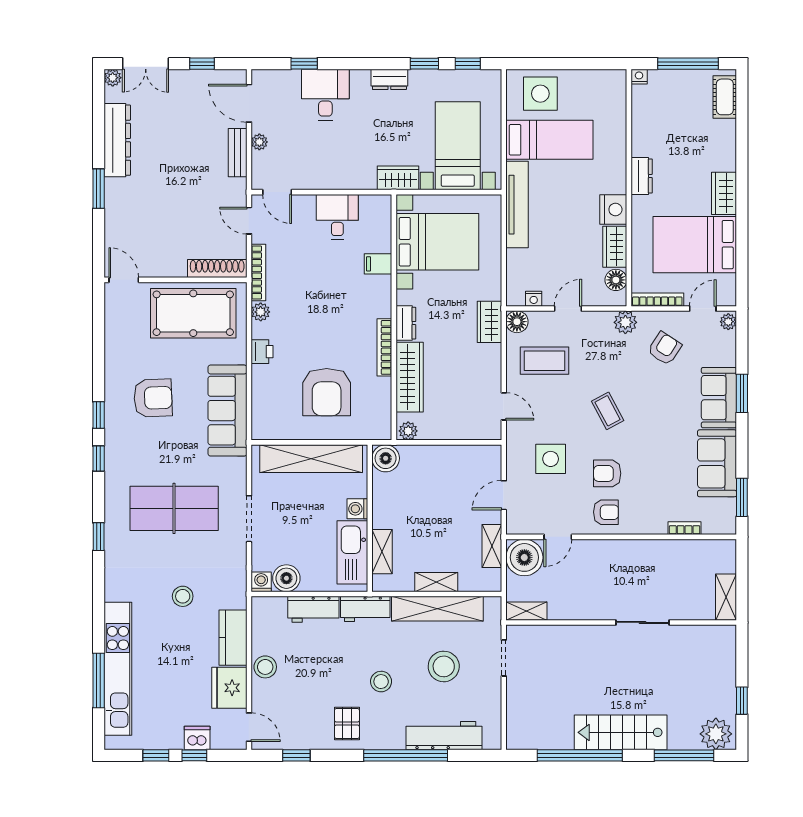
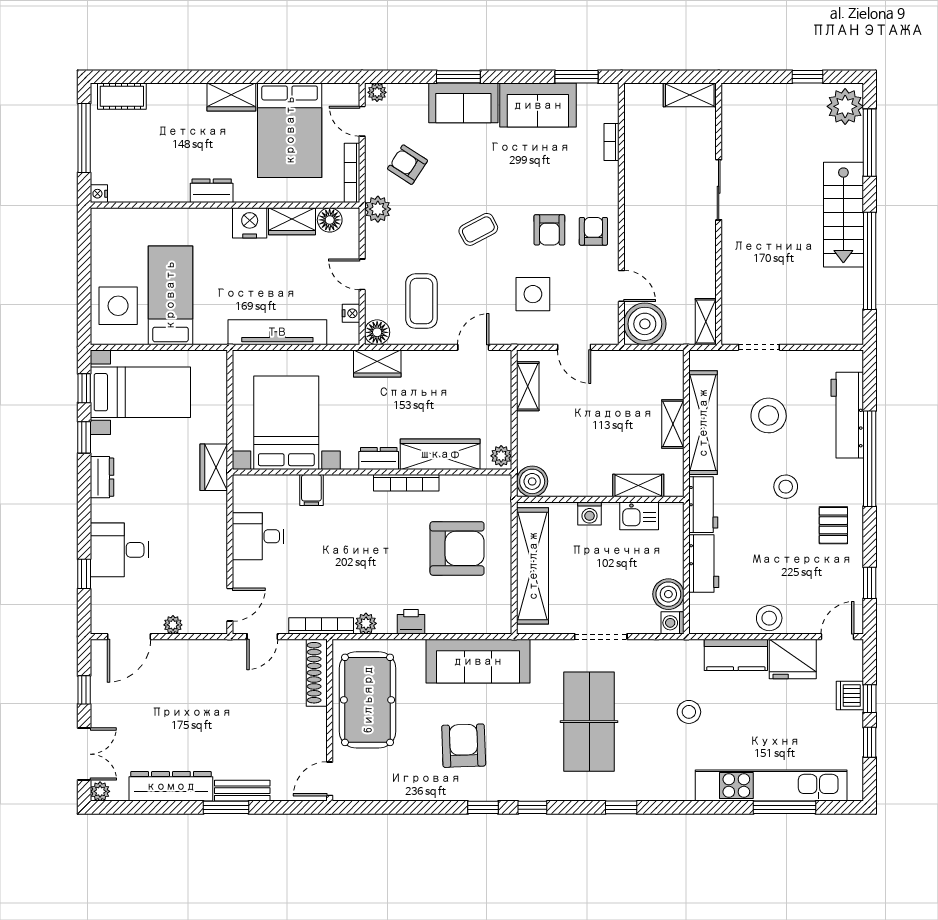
bed with nightstands: (458, 146) -> (140, 392), moved, turned 180
bench: (238, 153) -> (242, 791), moved
tv unit: (517, 205) -> (277, 332), moved
shelving: (492, 546) -> (528, 386), moved, turned 90
kitchen sink: (352, 552) -> (639, 516), width x0.53, depth x0.81
pallet: (347, 724) -> (833, 525), turned 90

